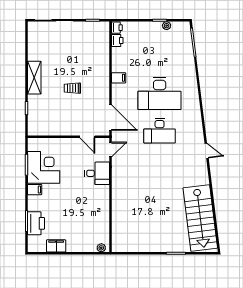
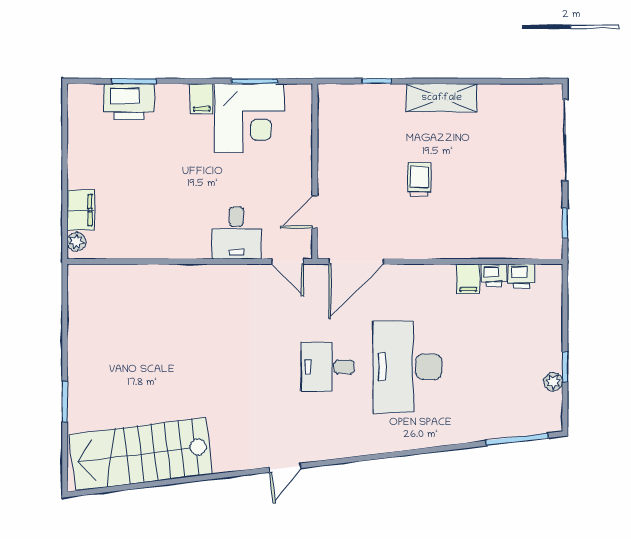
printer: (117, 28) -> (494, 275), moved
filing cabinet: (119, 78) -> (468, 279), moved
desk: (160, 131) -> (328, 367), width x0.73
filing cabinet: (56, 246) -> (81, 210), moved

